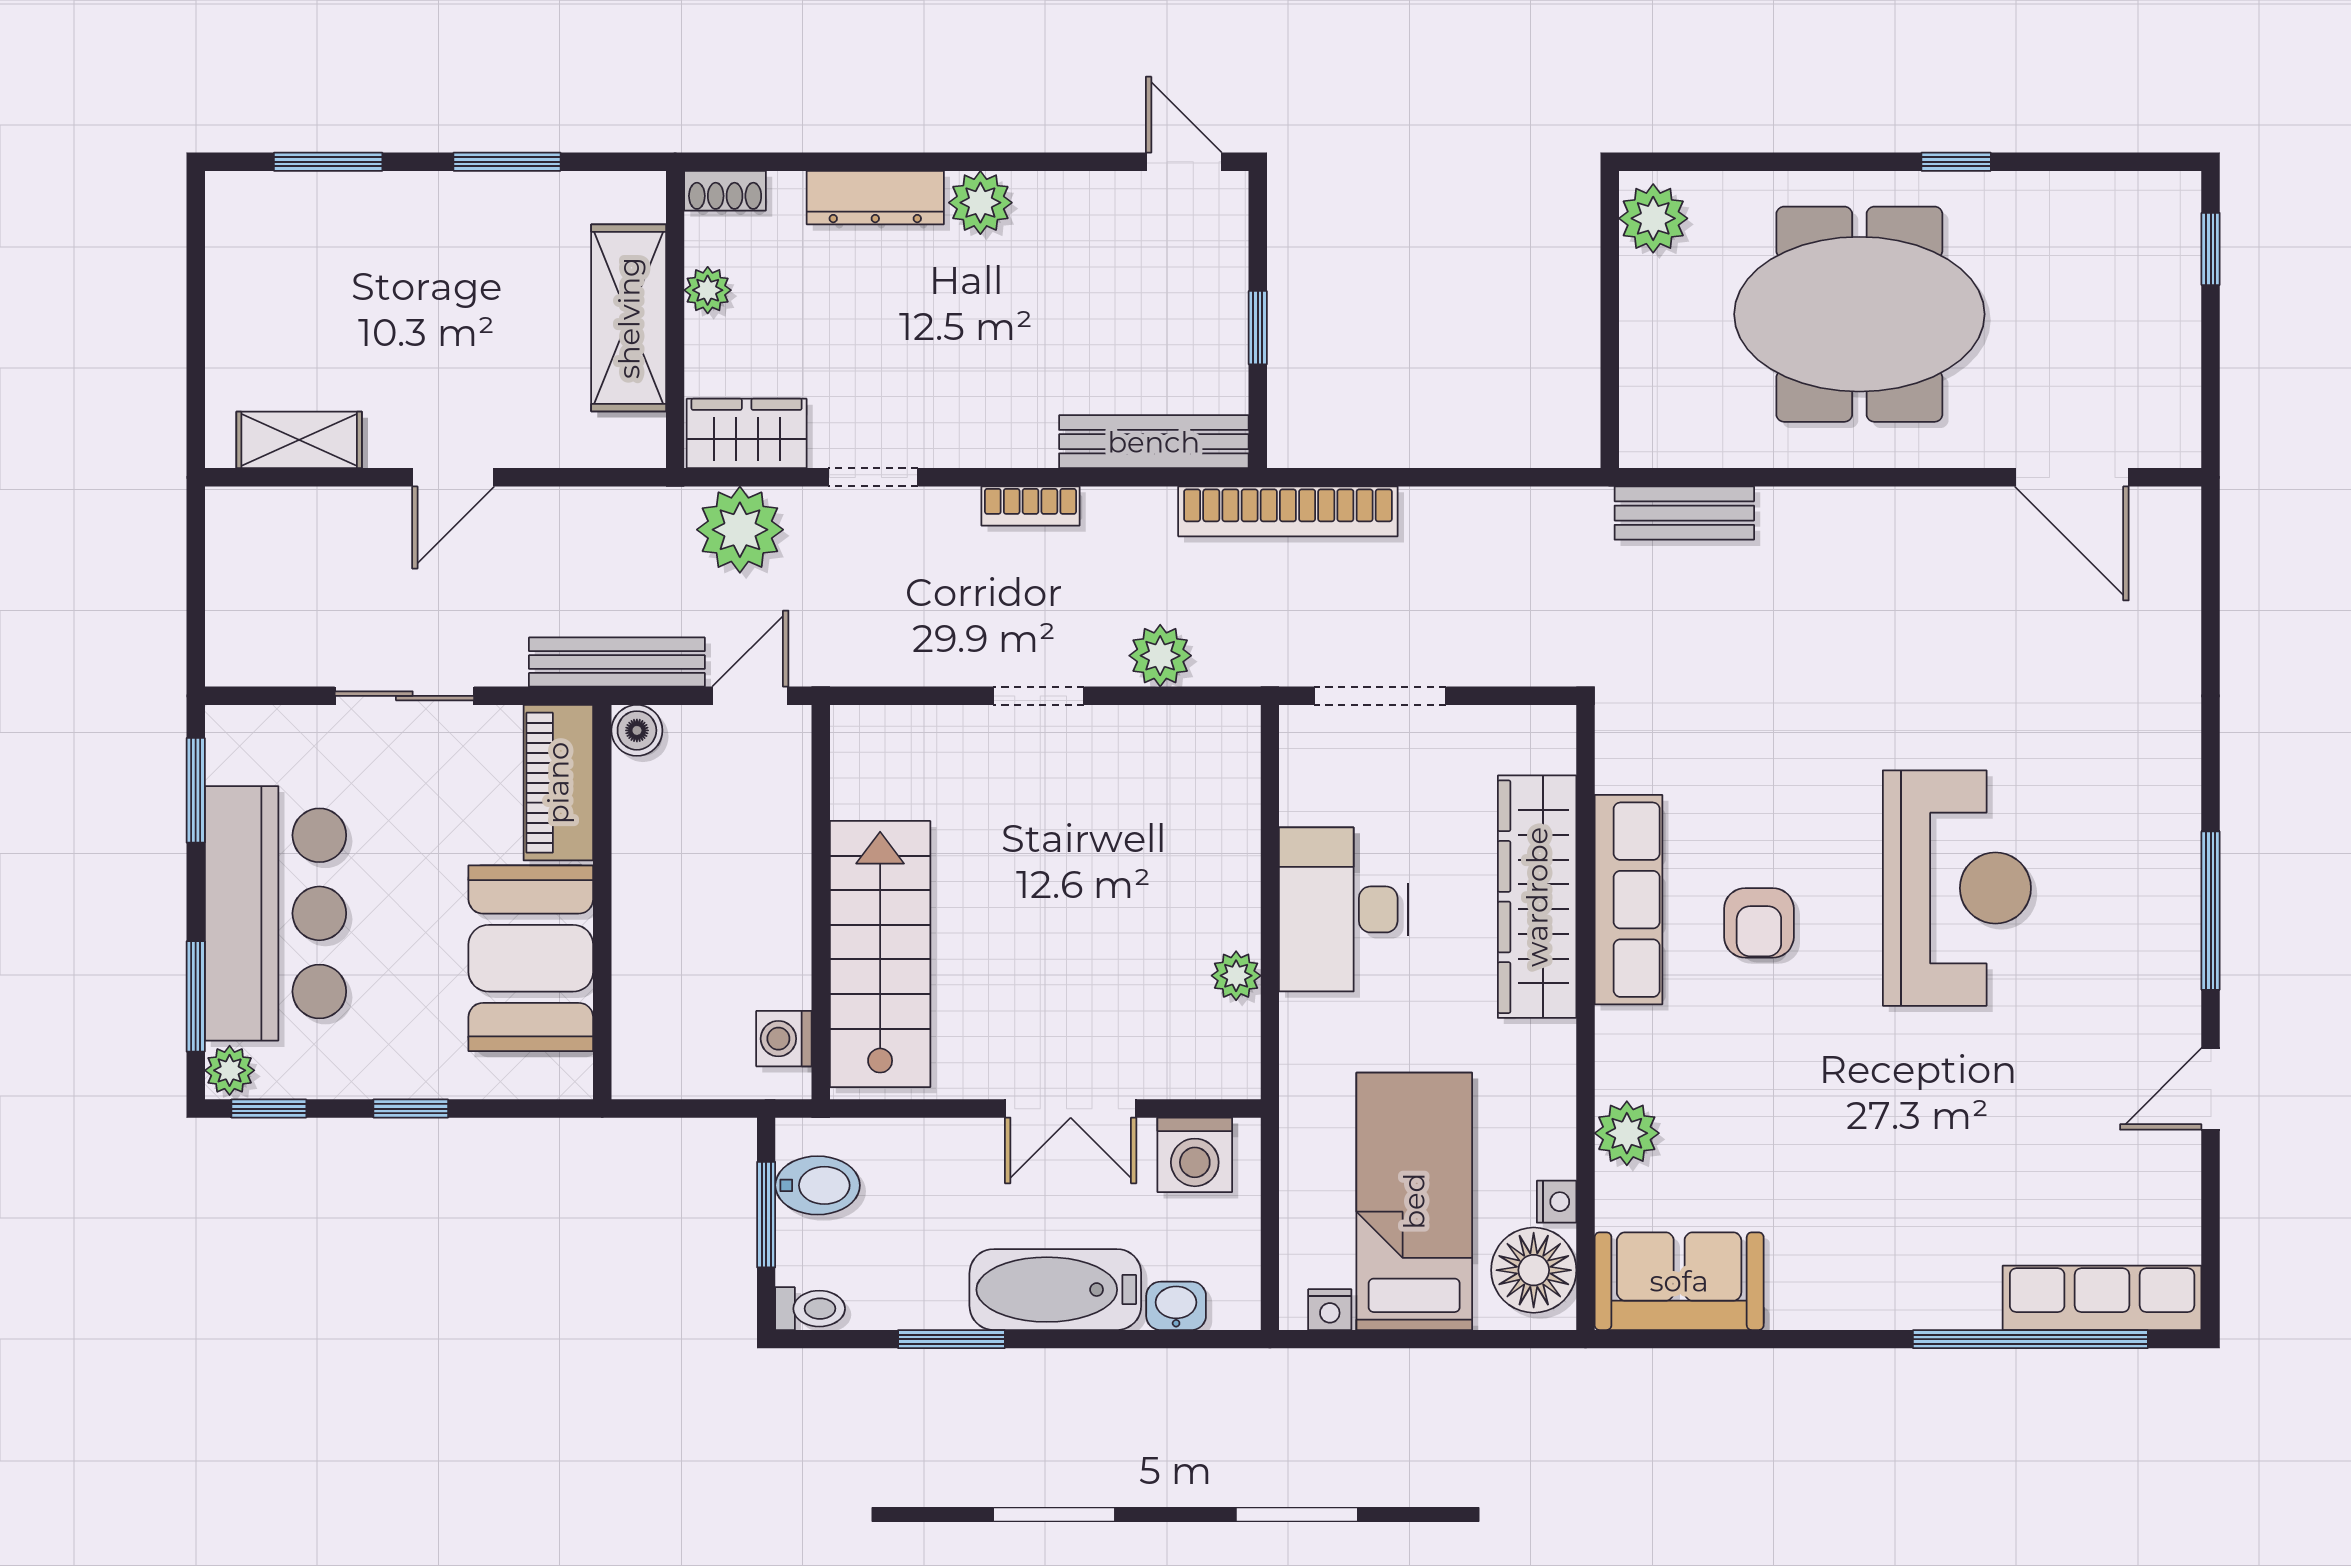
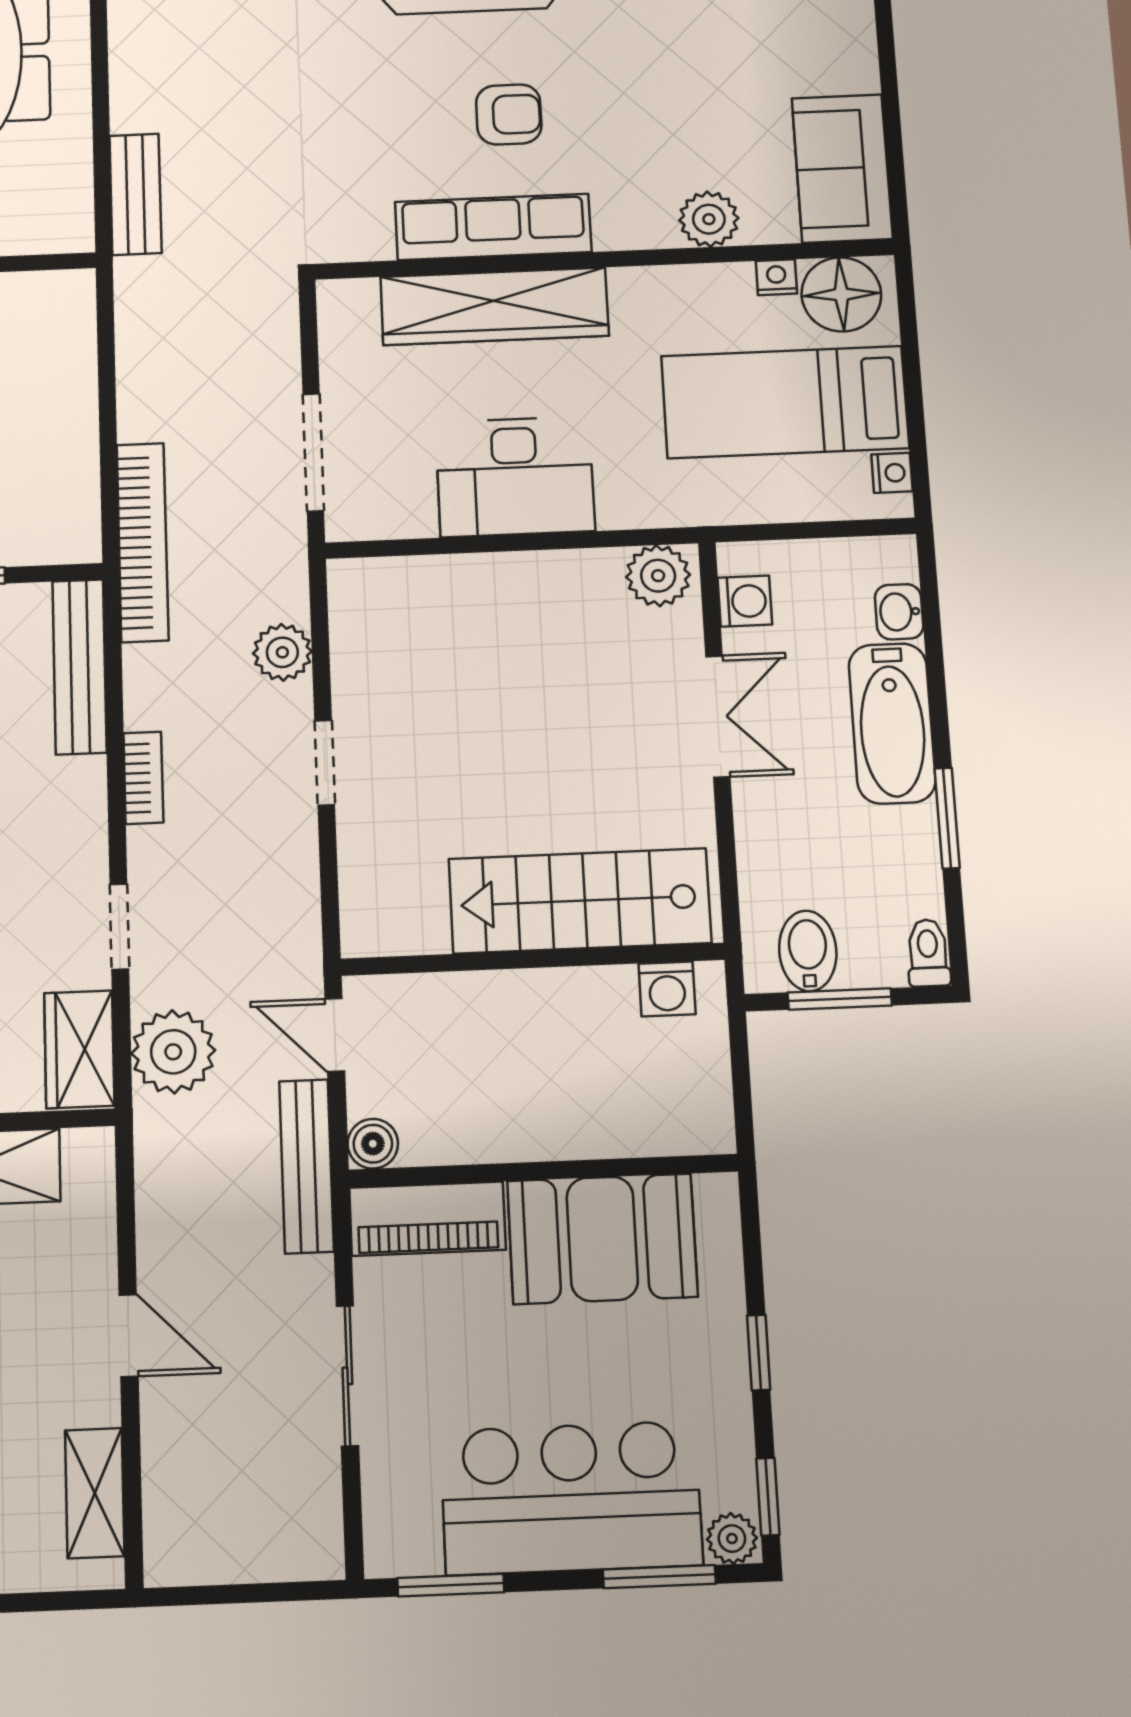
plant: (1236, 976) -> (658, 576), moved, width x1.38, depth x1.38
washing machine: (1195, 1155) -> (745, 601), width x0.73, depth x0.73

